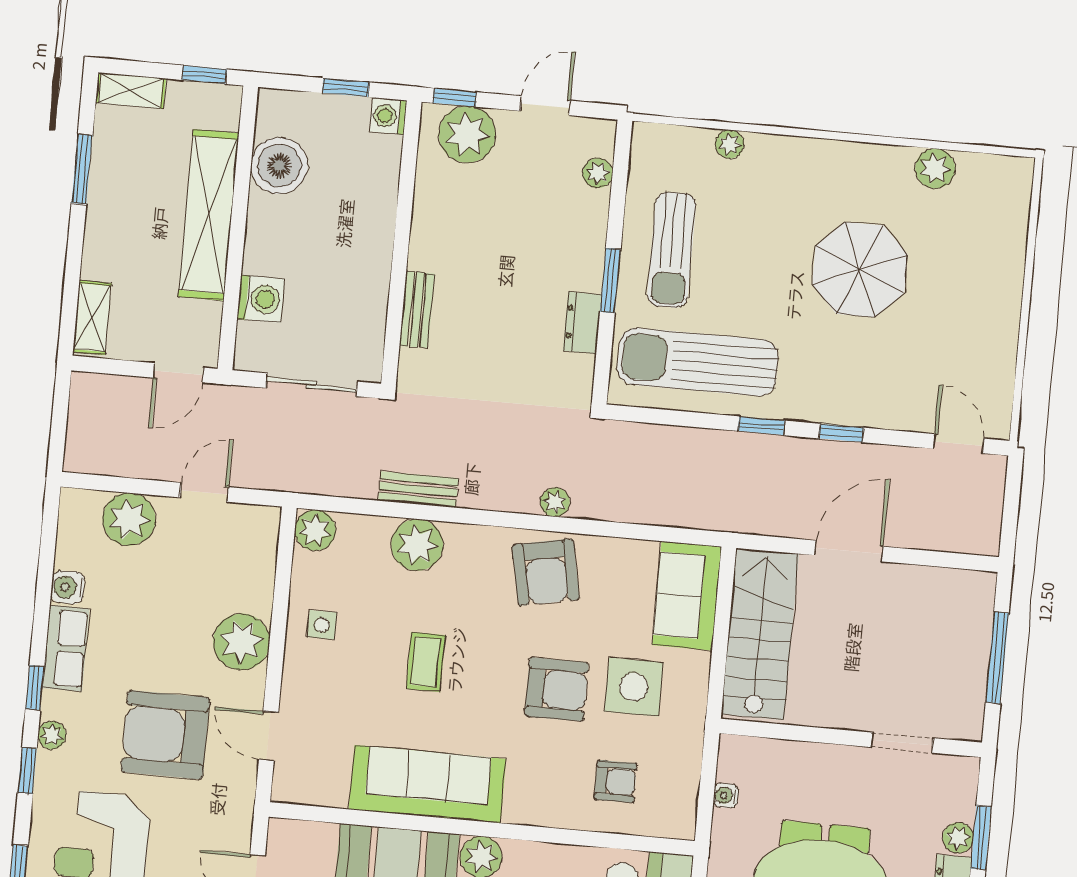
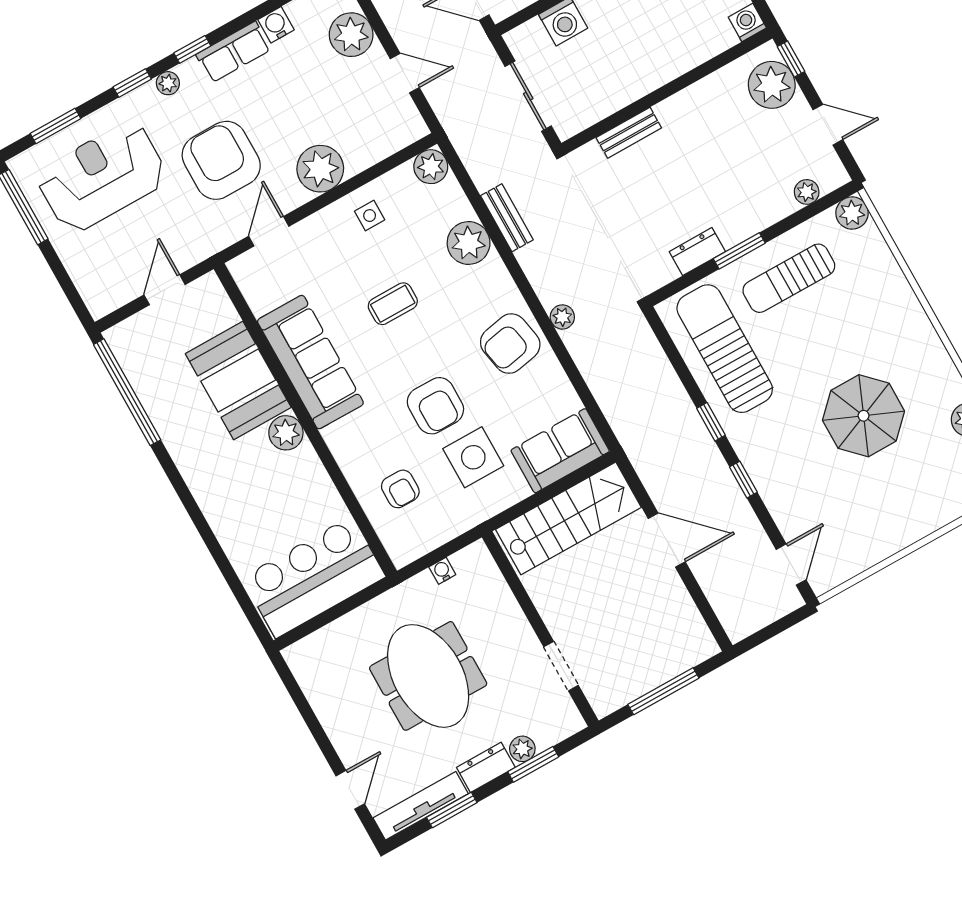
plant: (730, 144) -> (852, 213), moved, width x1.38, depth x1.38

